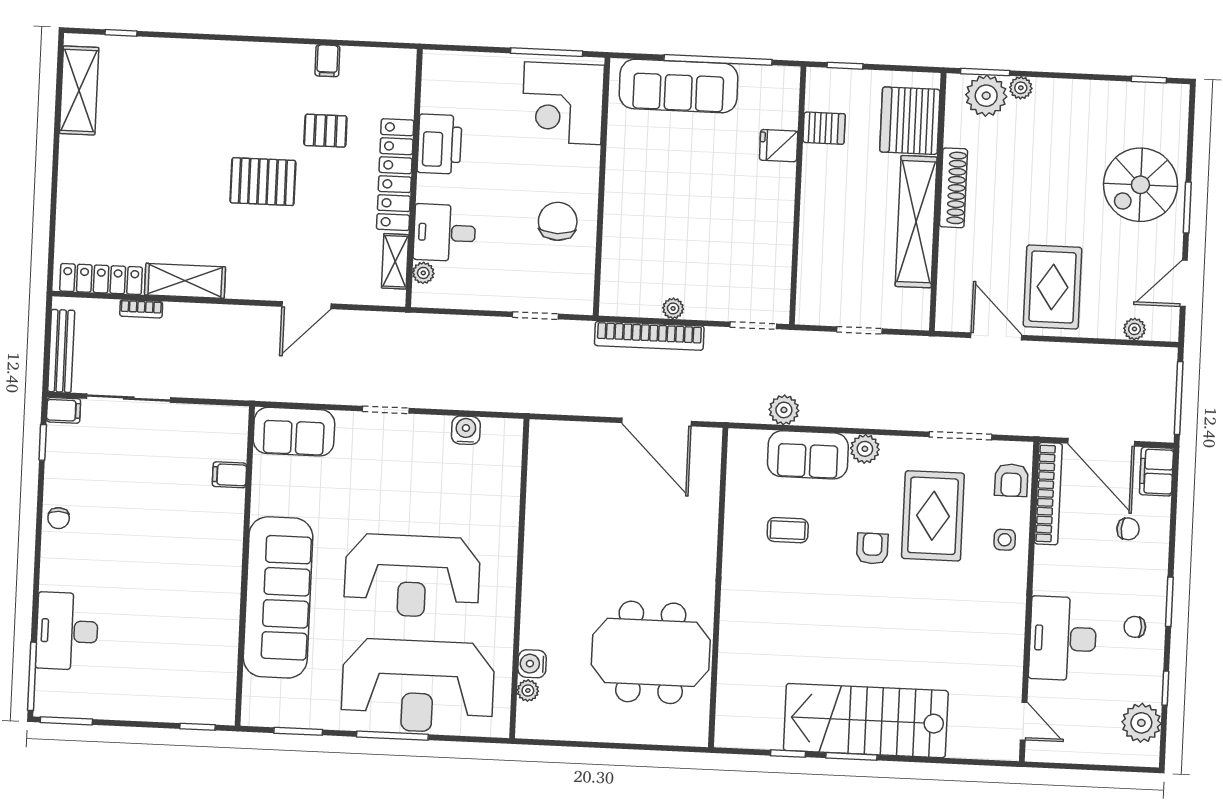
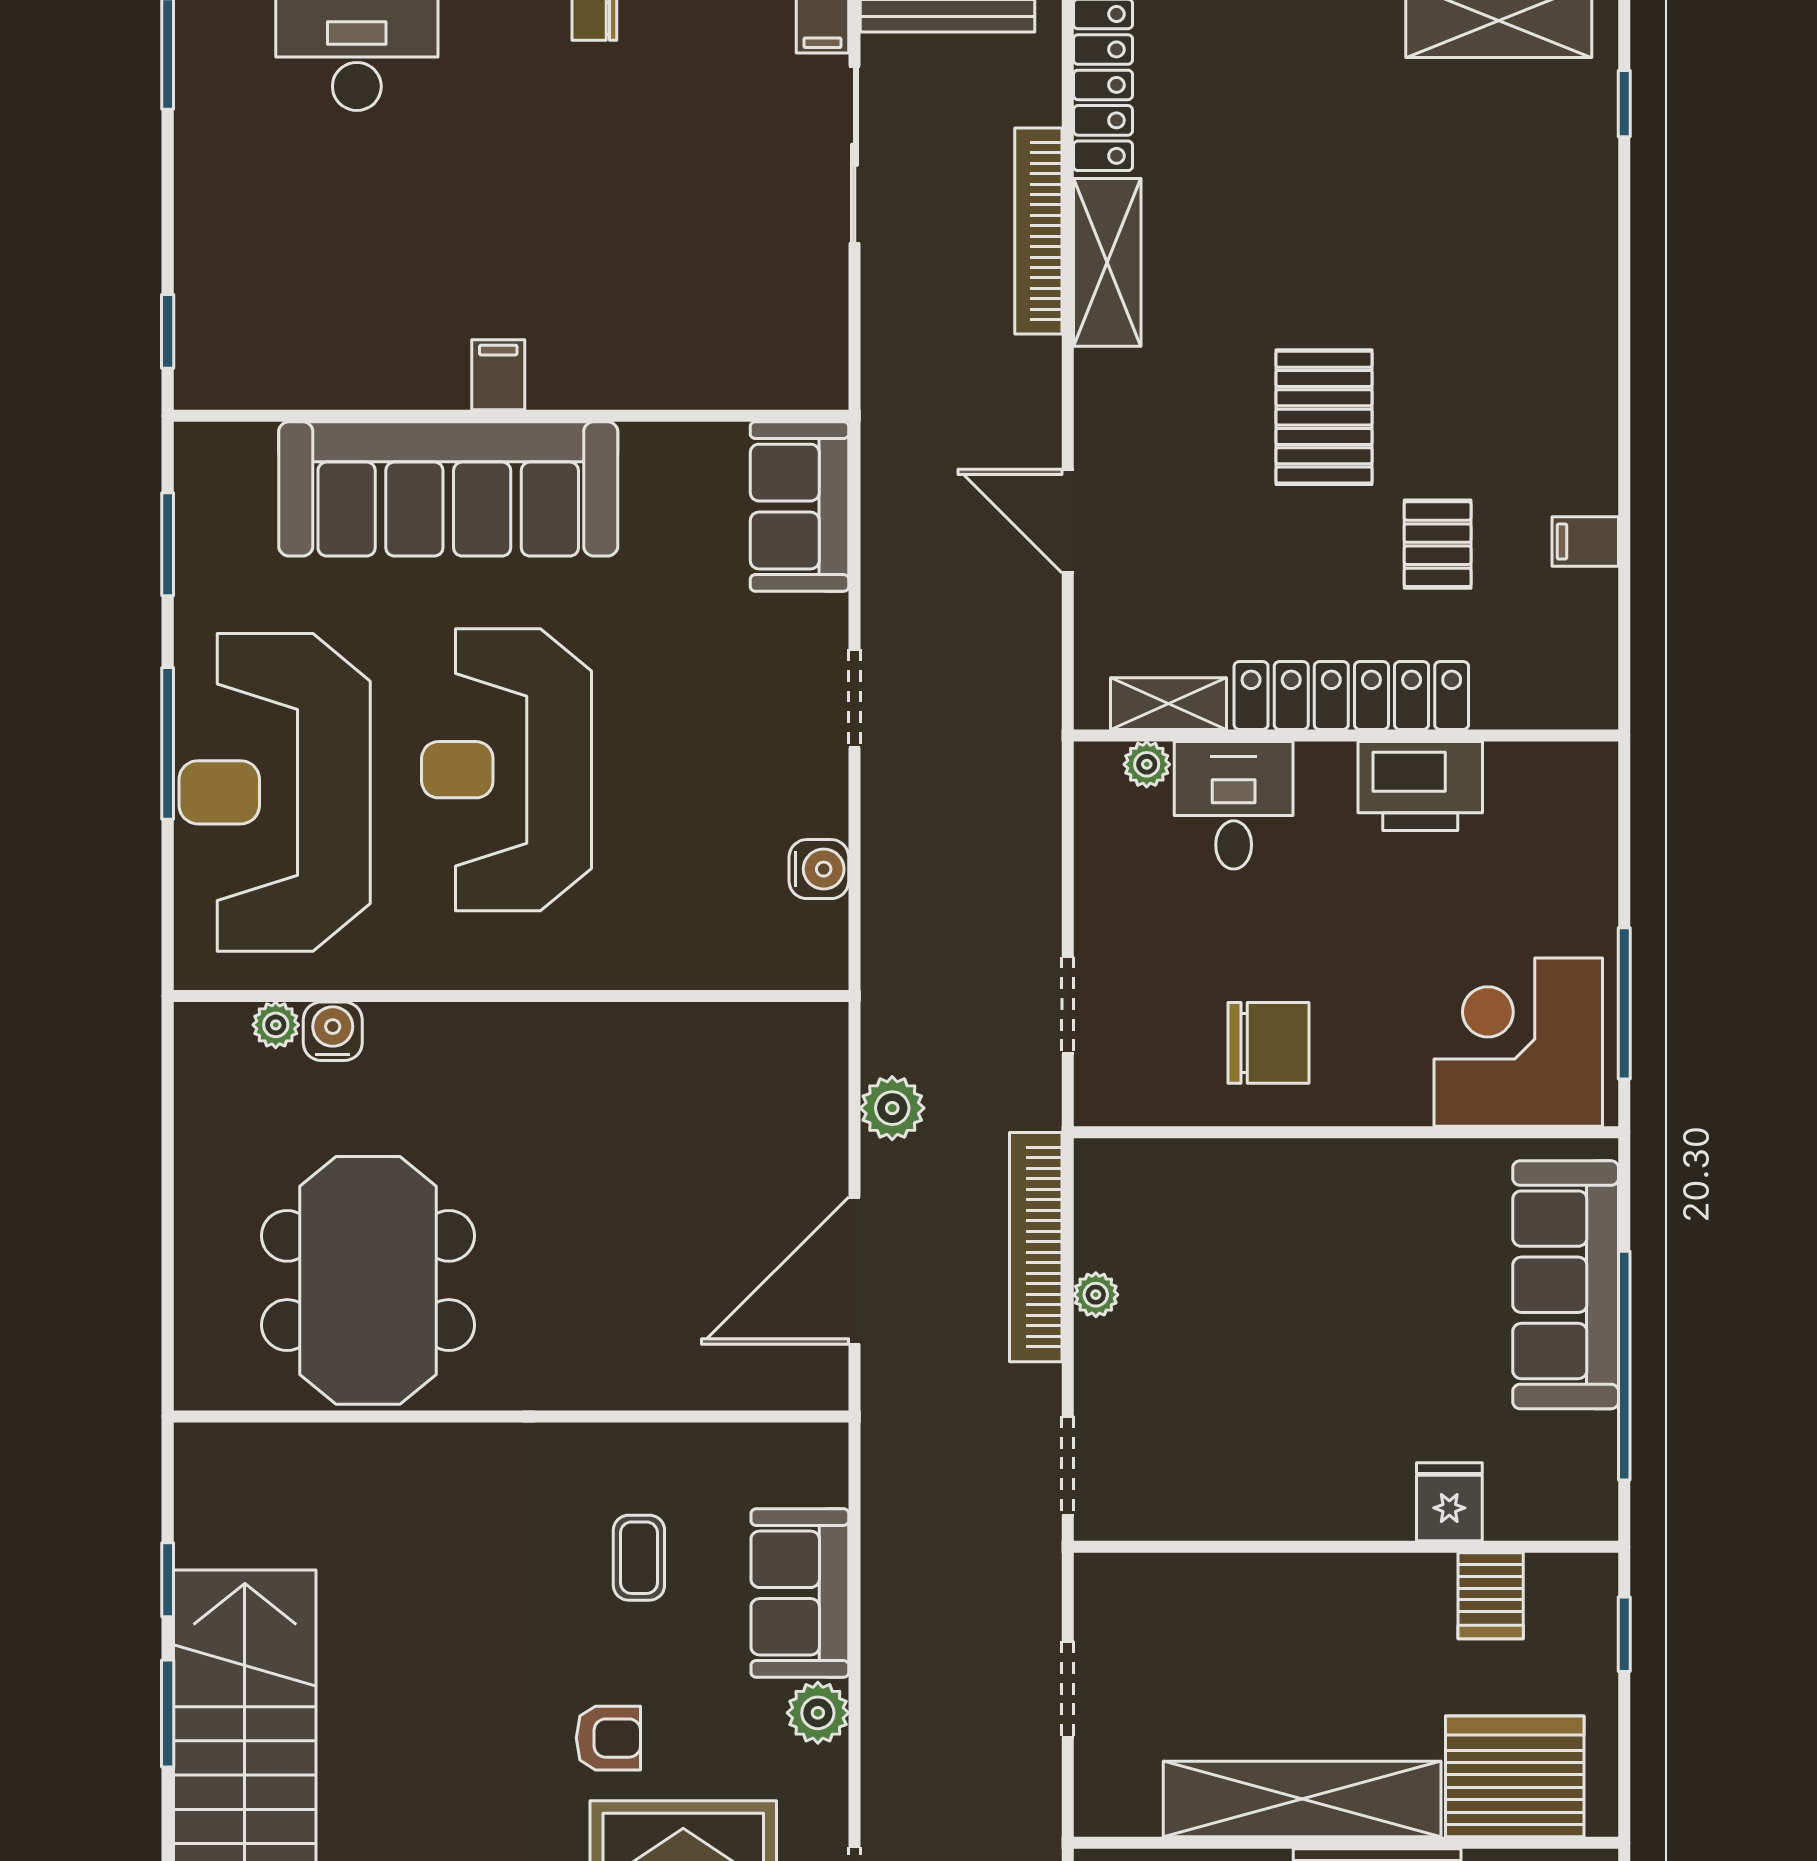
bookcase: (141, 309) -> (1038, 231), width x2.31, depth x1.31
plant: (784, 410) -> (892, 1108), moved
filing cabinet: (229, 475) -> (498, 375), moved

